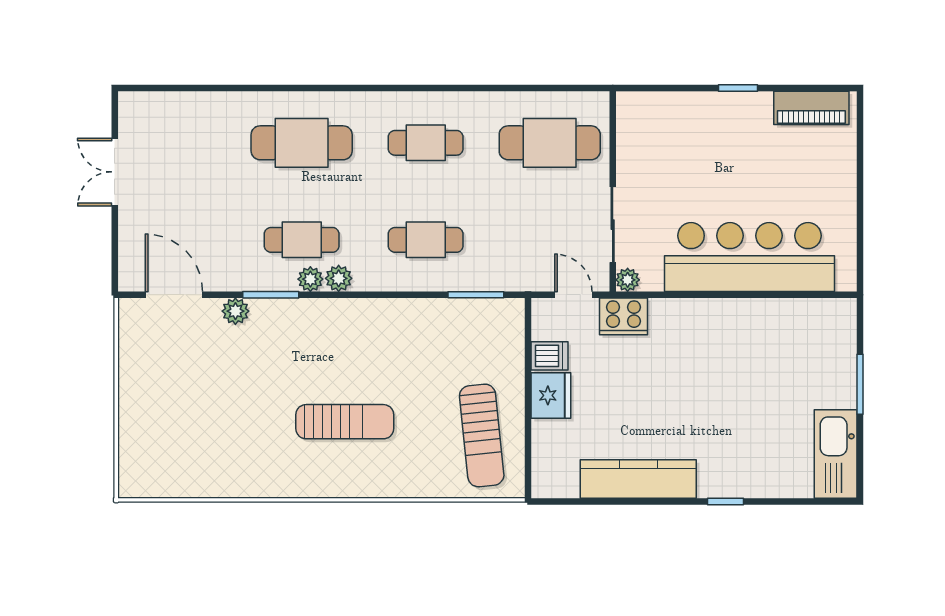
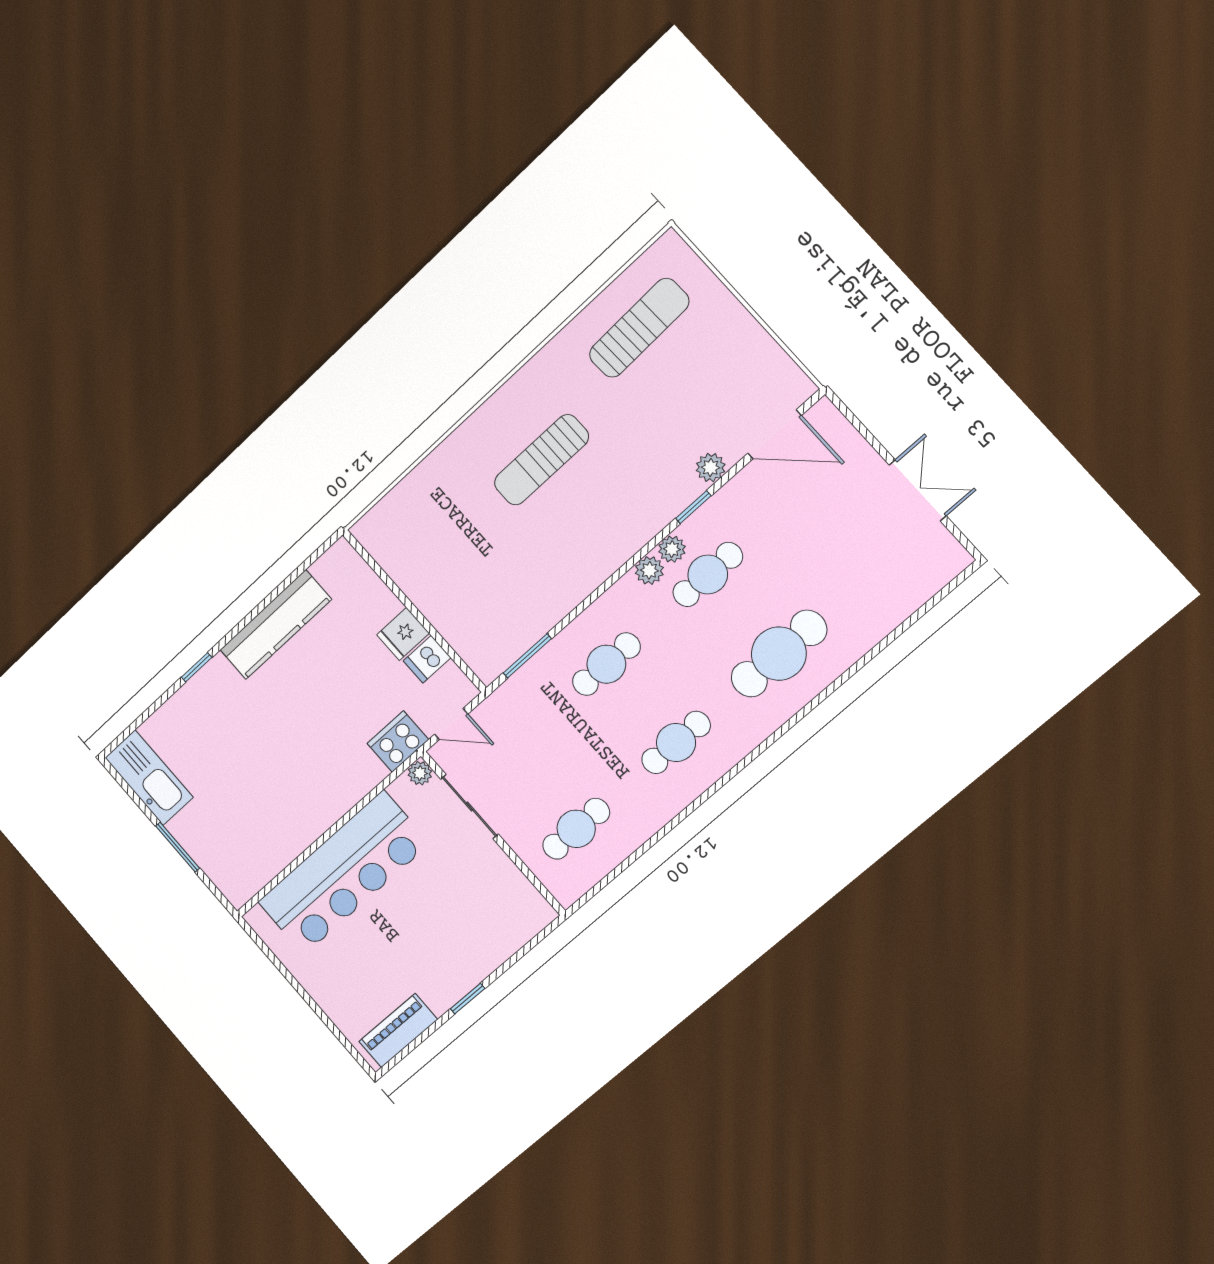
cafe table: (550, 143) -> (576, 829), width x0.73, depth x0.74
window: (271, 295) -> (693, 507), width x0.67
fridge: (551, 395) -> (403, 634), width x0.72
sun lounger: (482, 435) -> (639, 328), moved, turned 94

